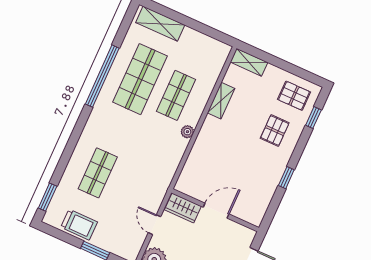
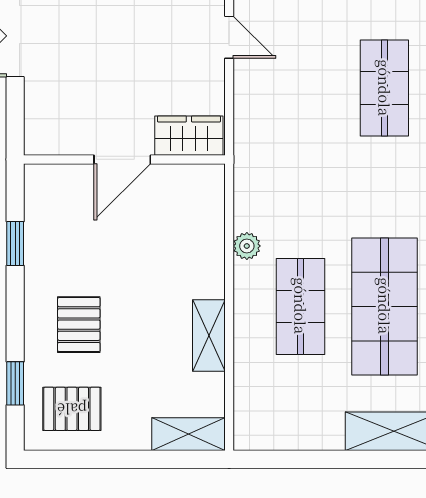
wardrobe: (183, 208) -> (189, 136), moved
wall: (215, 210) -> (124, 159), moved
door: (216, 211) -> (122, 159), moved

